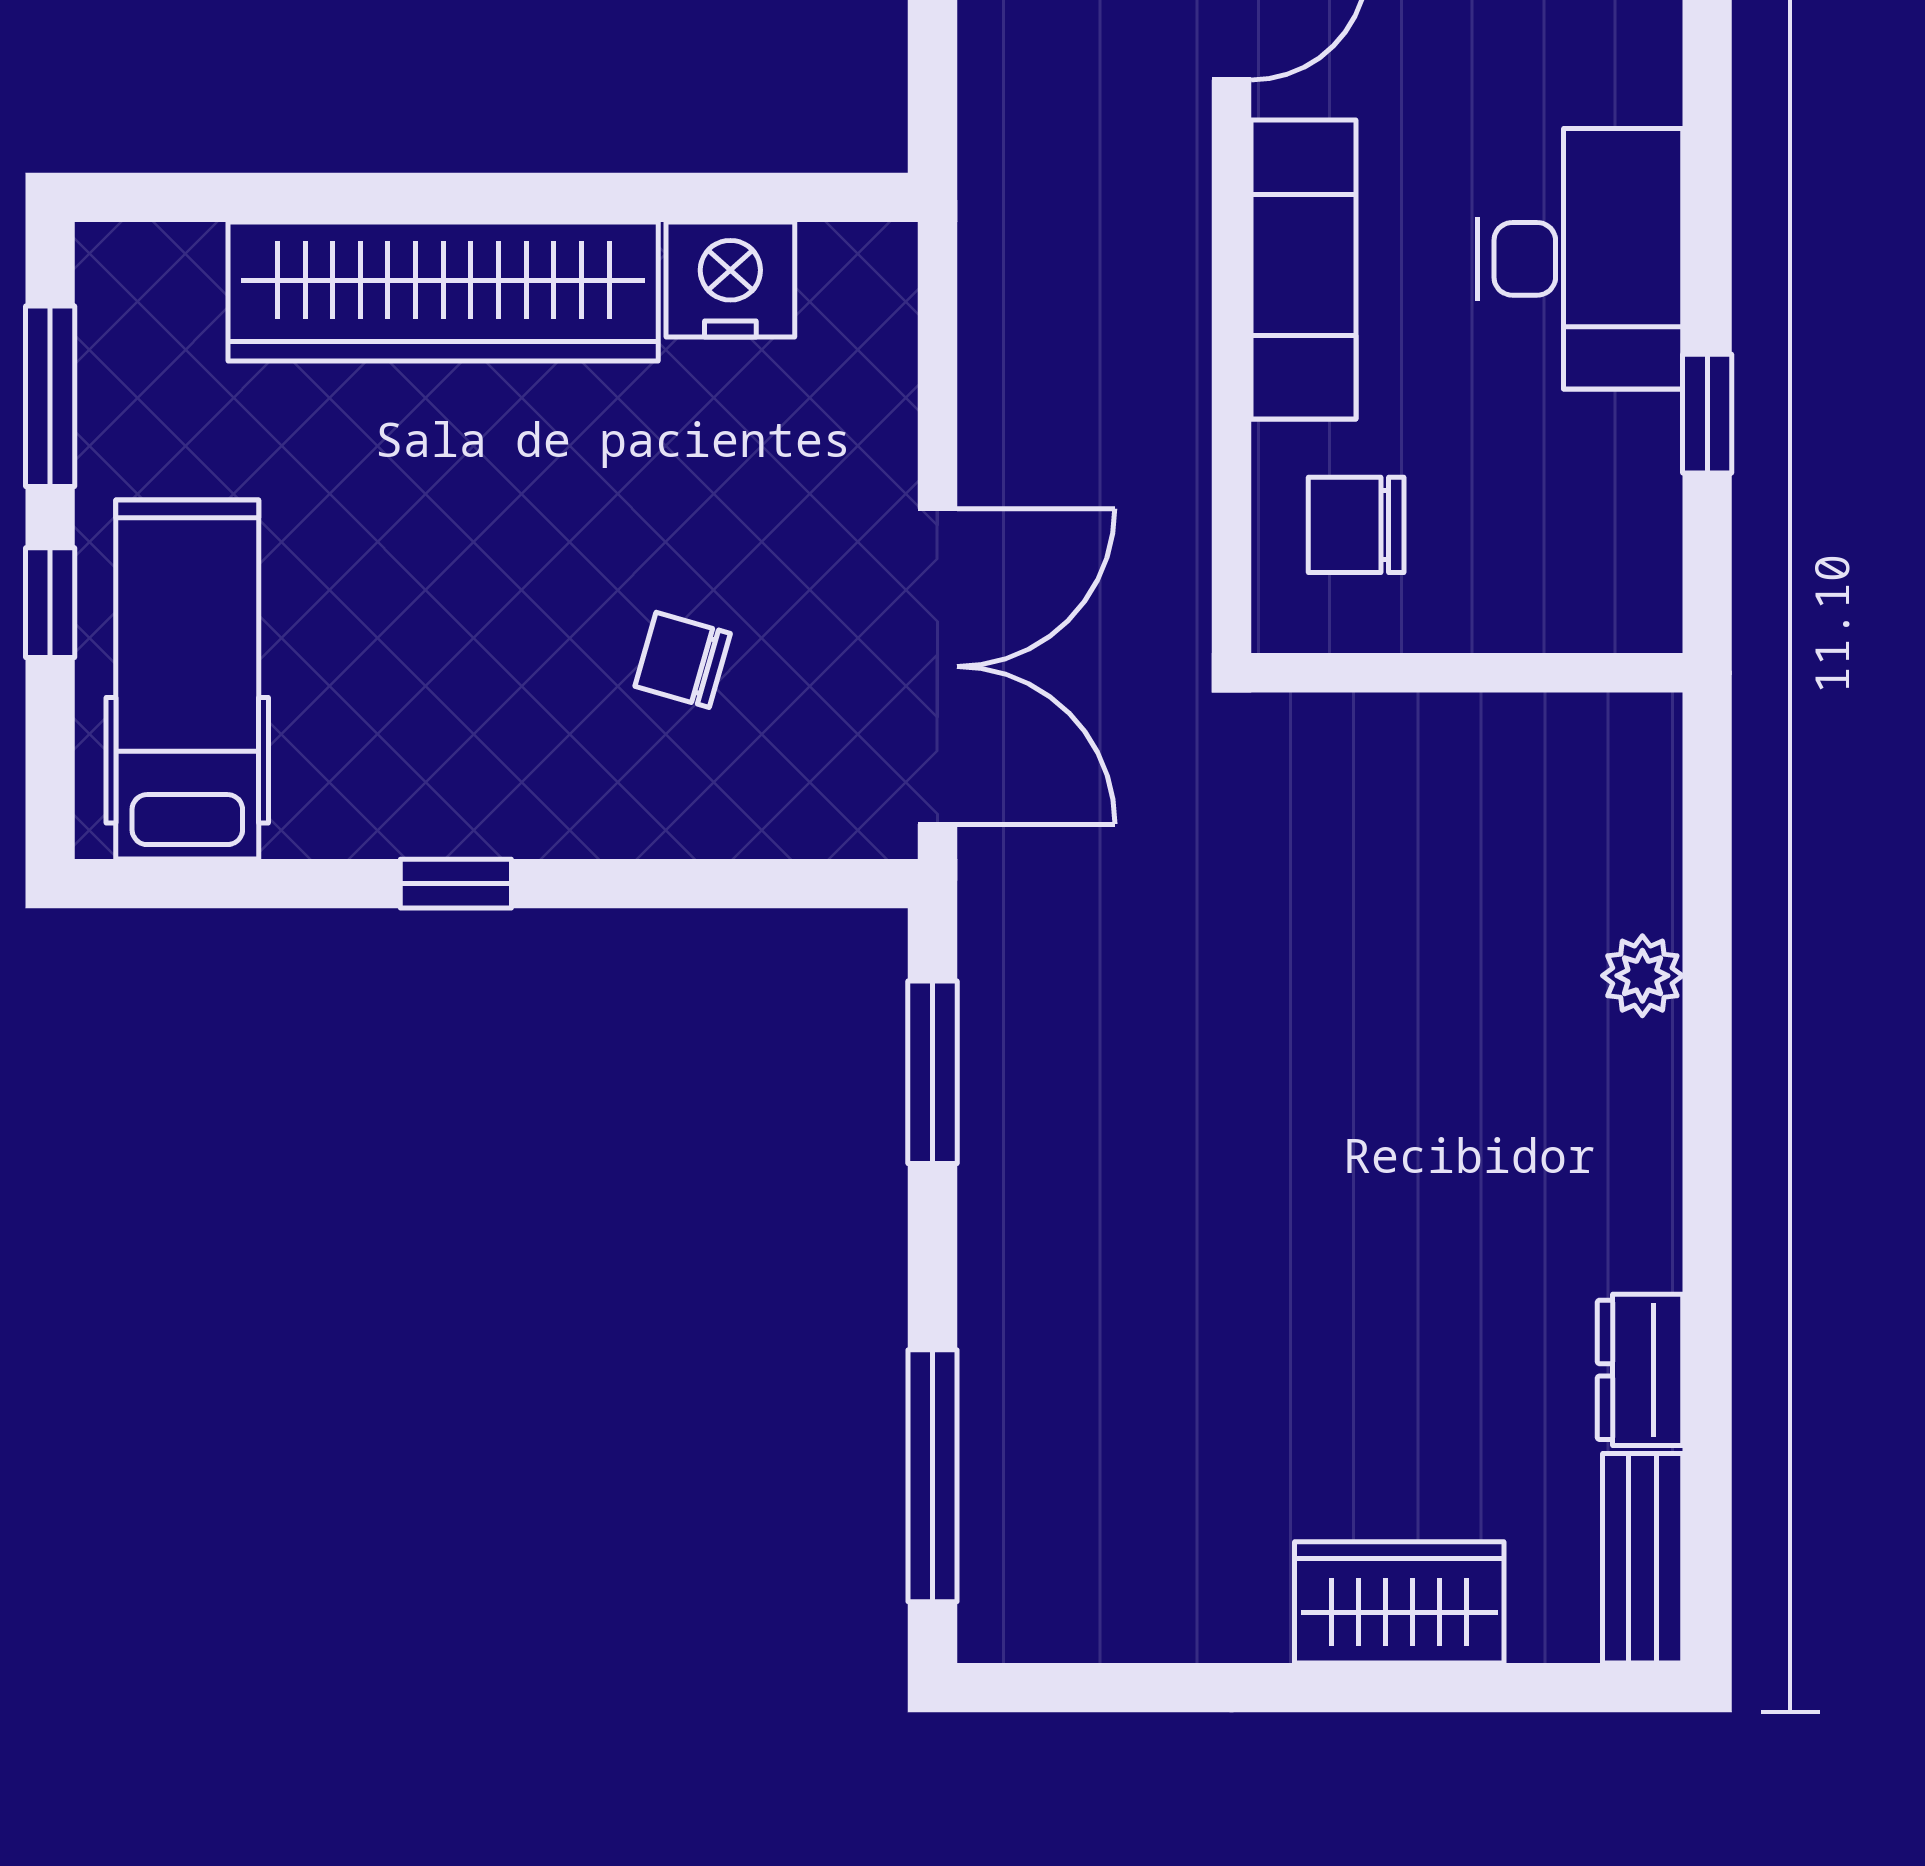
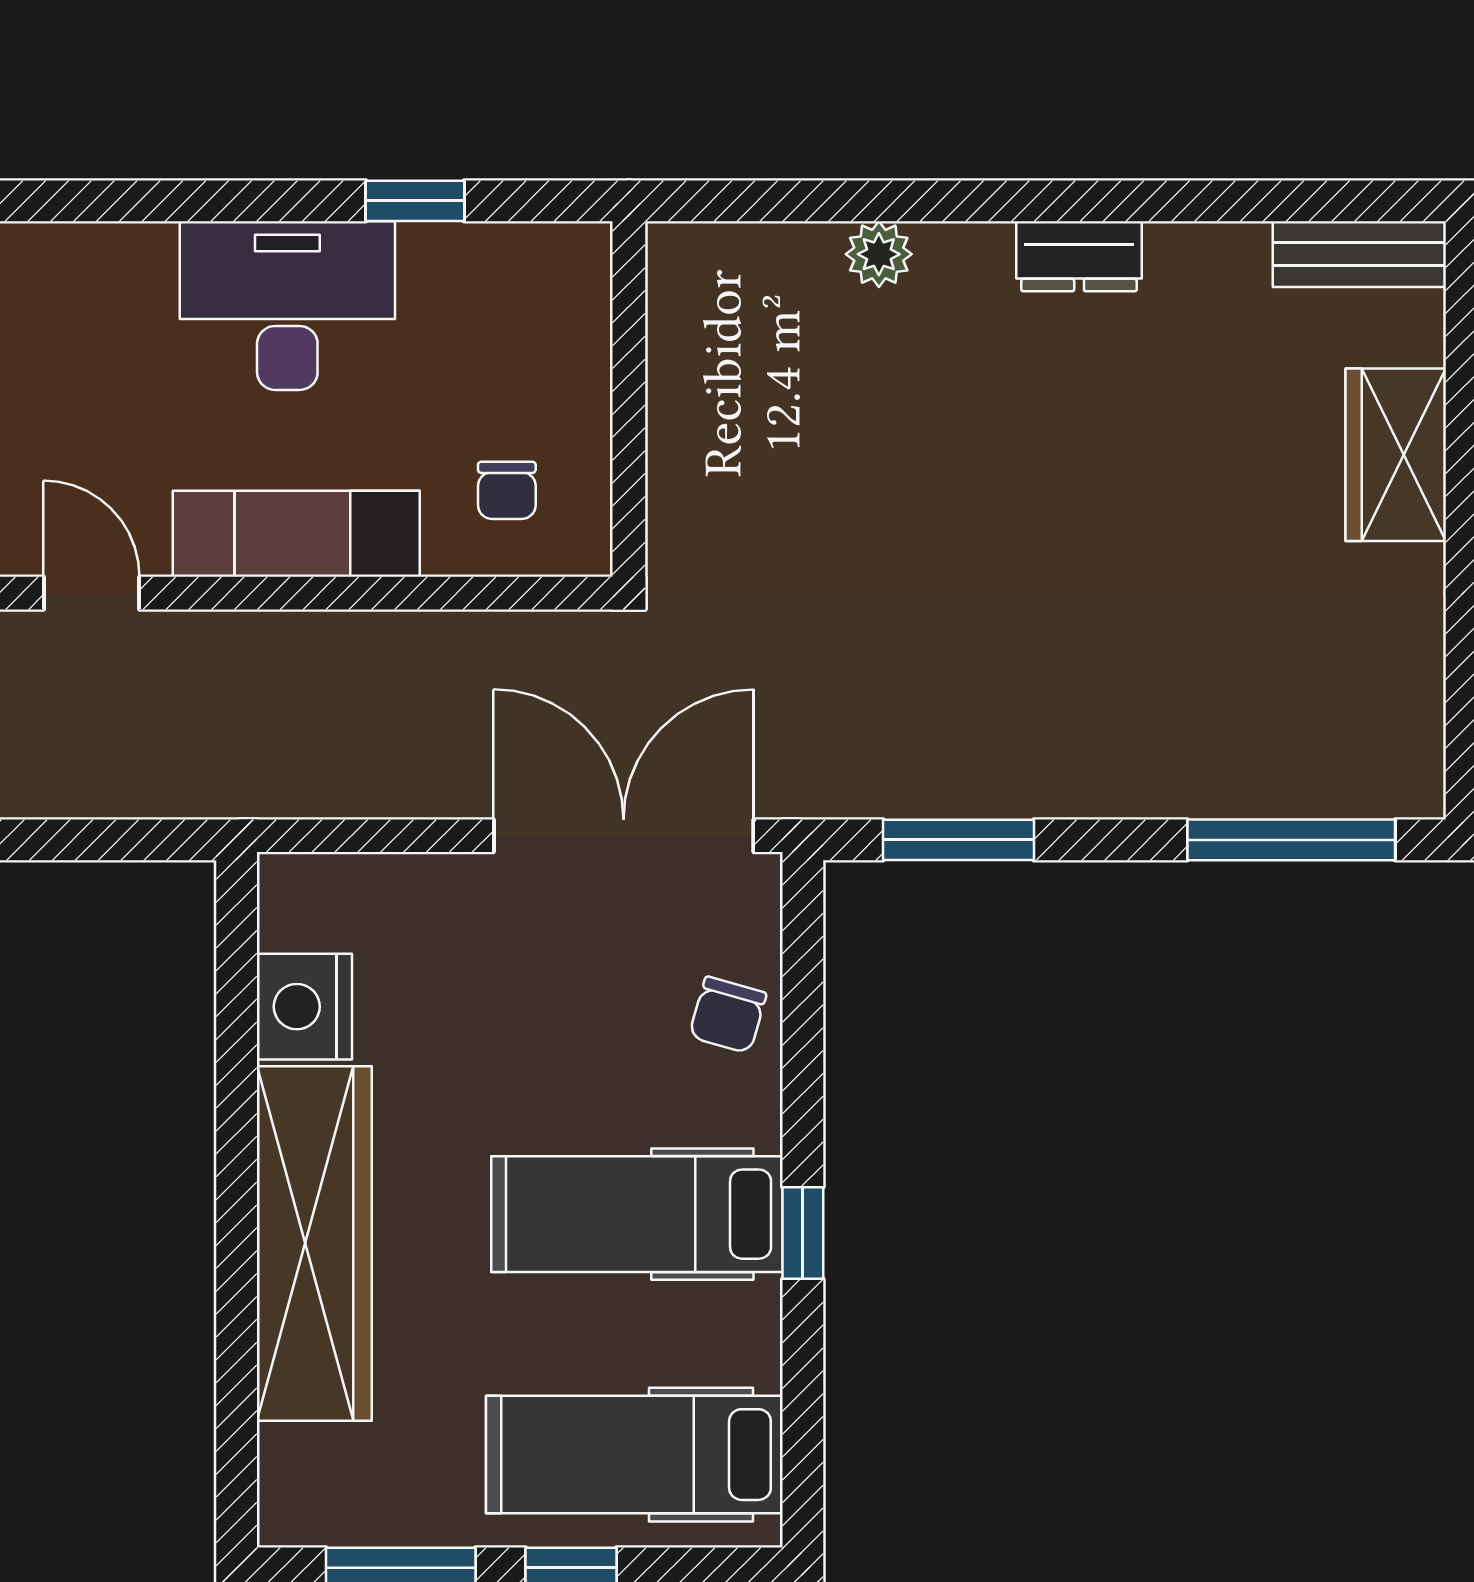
chair: (1356, 525) -> (507, 490), width x0.73, depth x0.73
chair: (683, 660) -> (728, 1015), moved
hospital bed: (479, 683) -> (637, 1214), added
dresser: (1640, 1370) -> (1079, 256), moved

